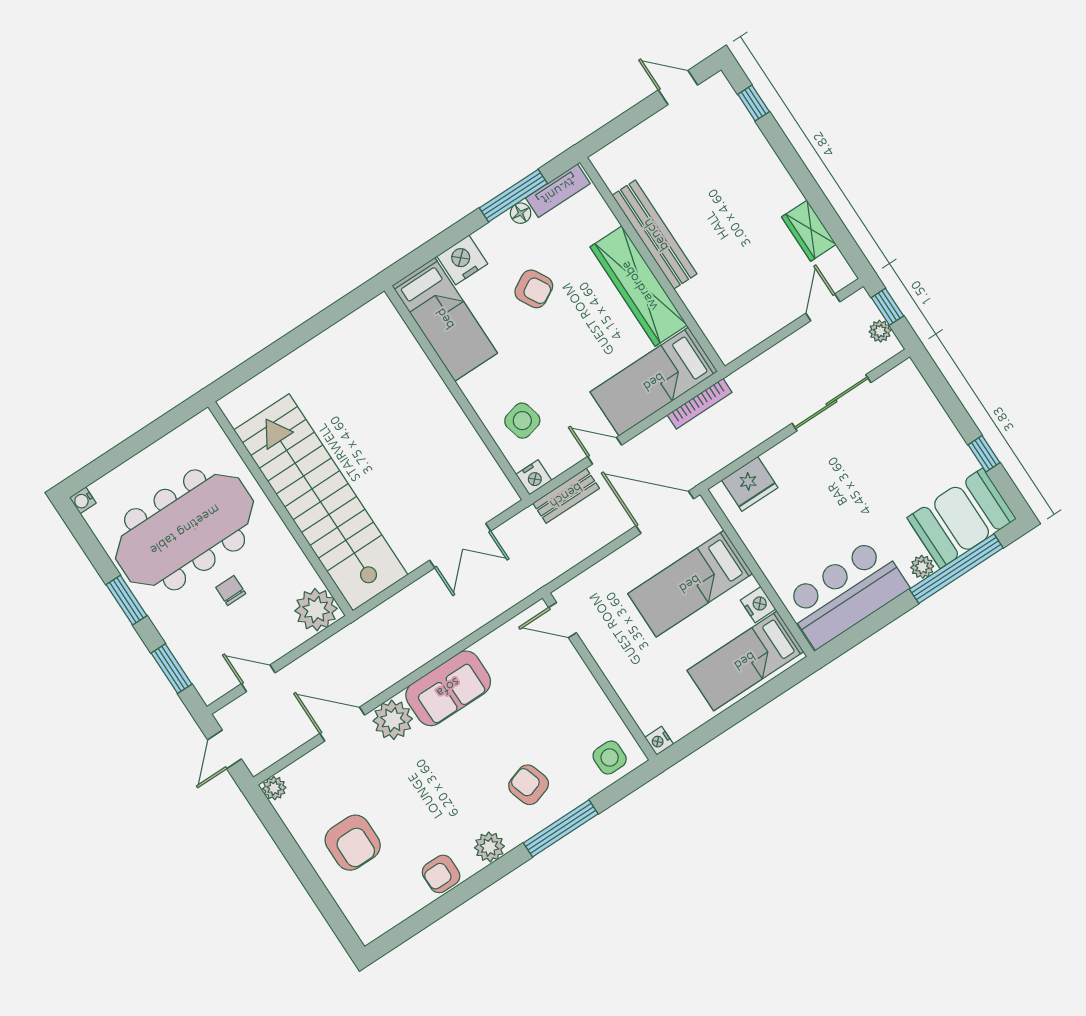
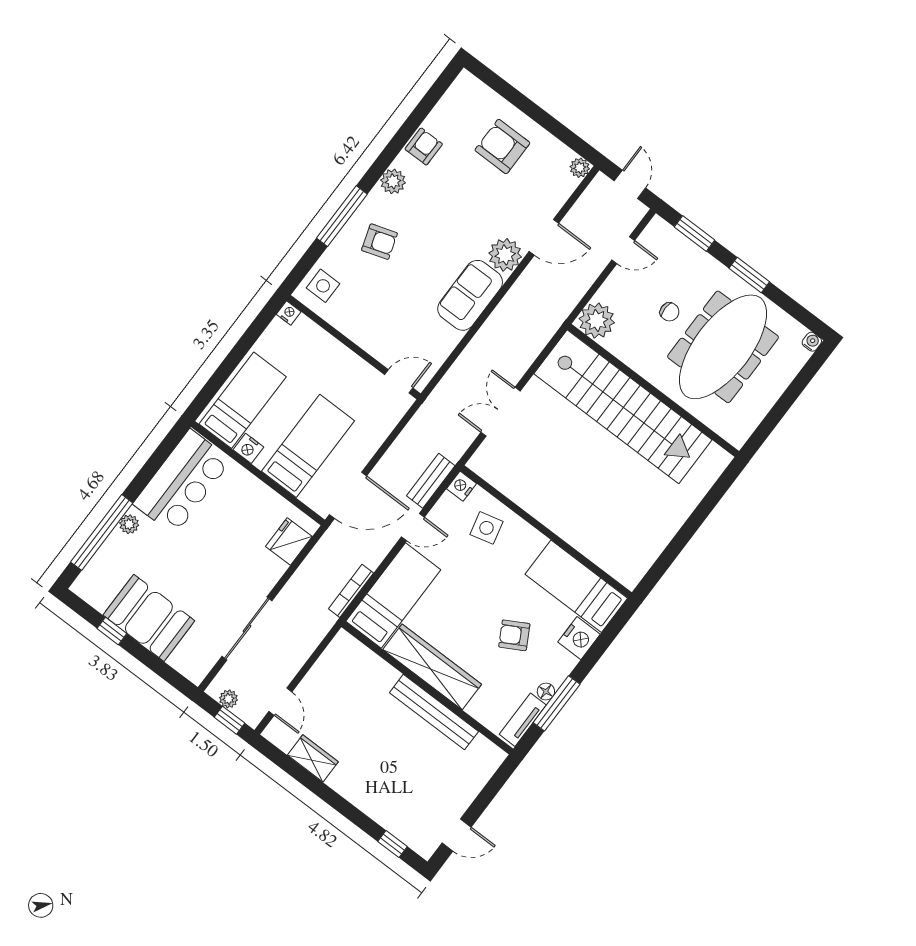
booth: (962, 518) -> (149, 618), moved, turned 90

